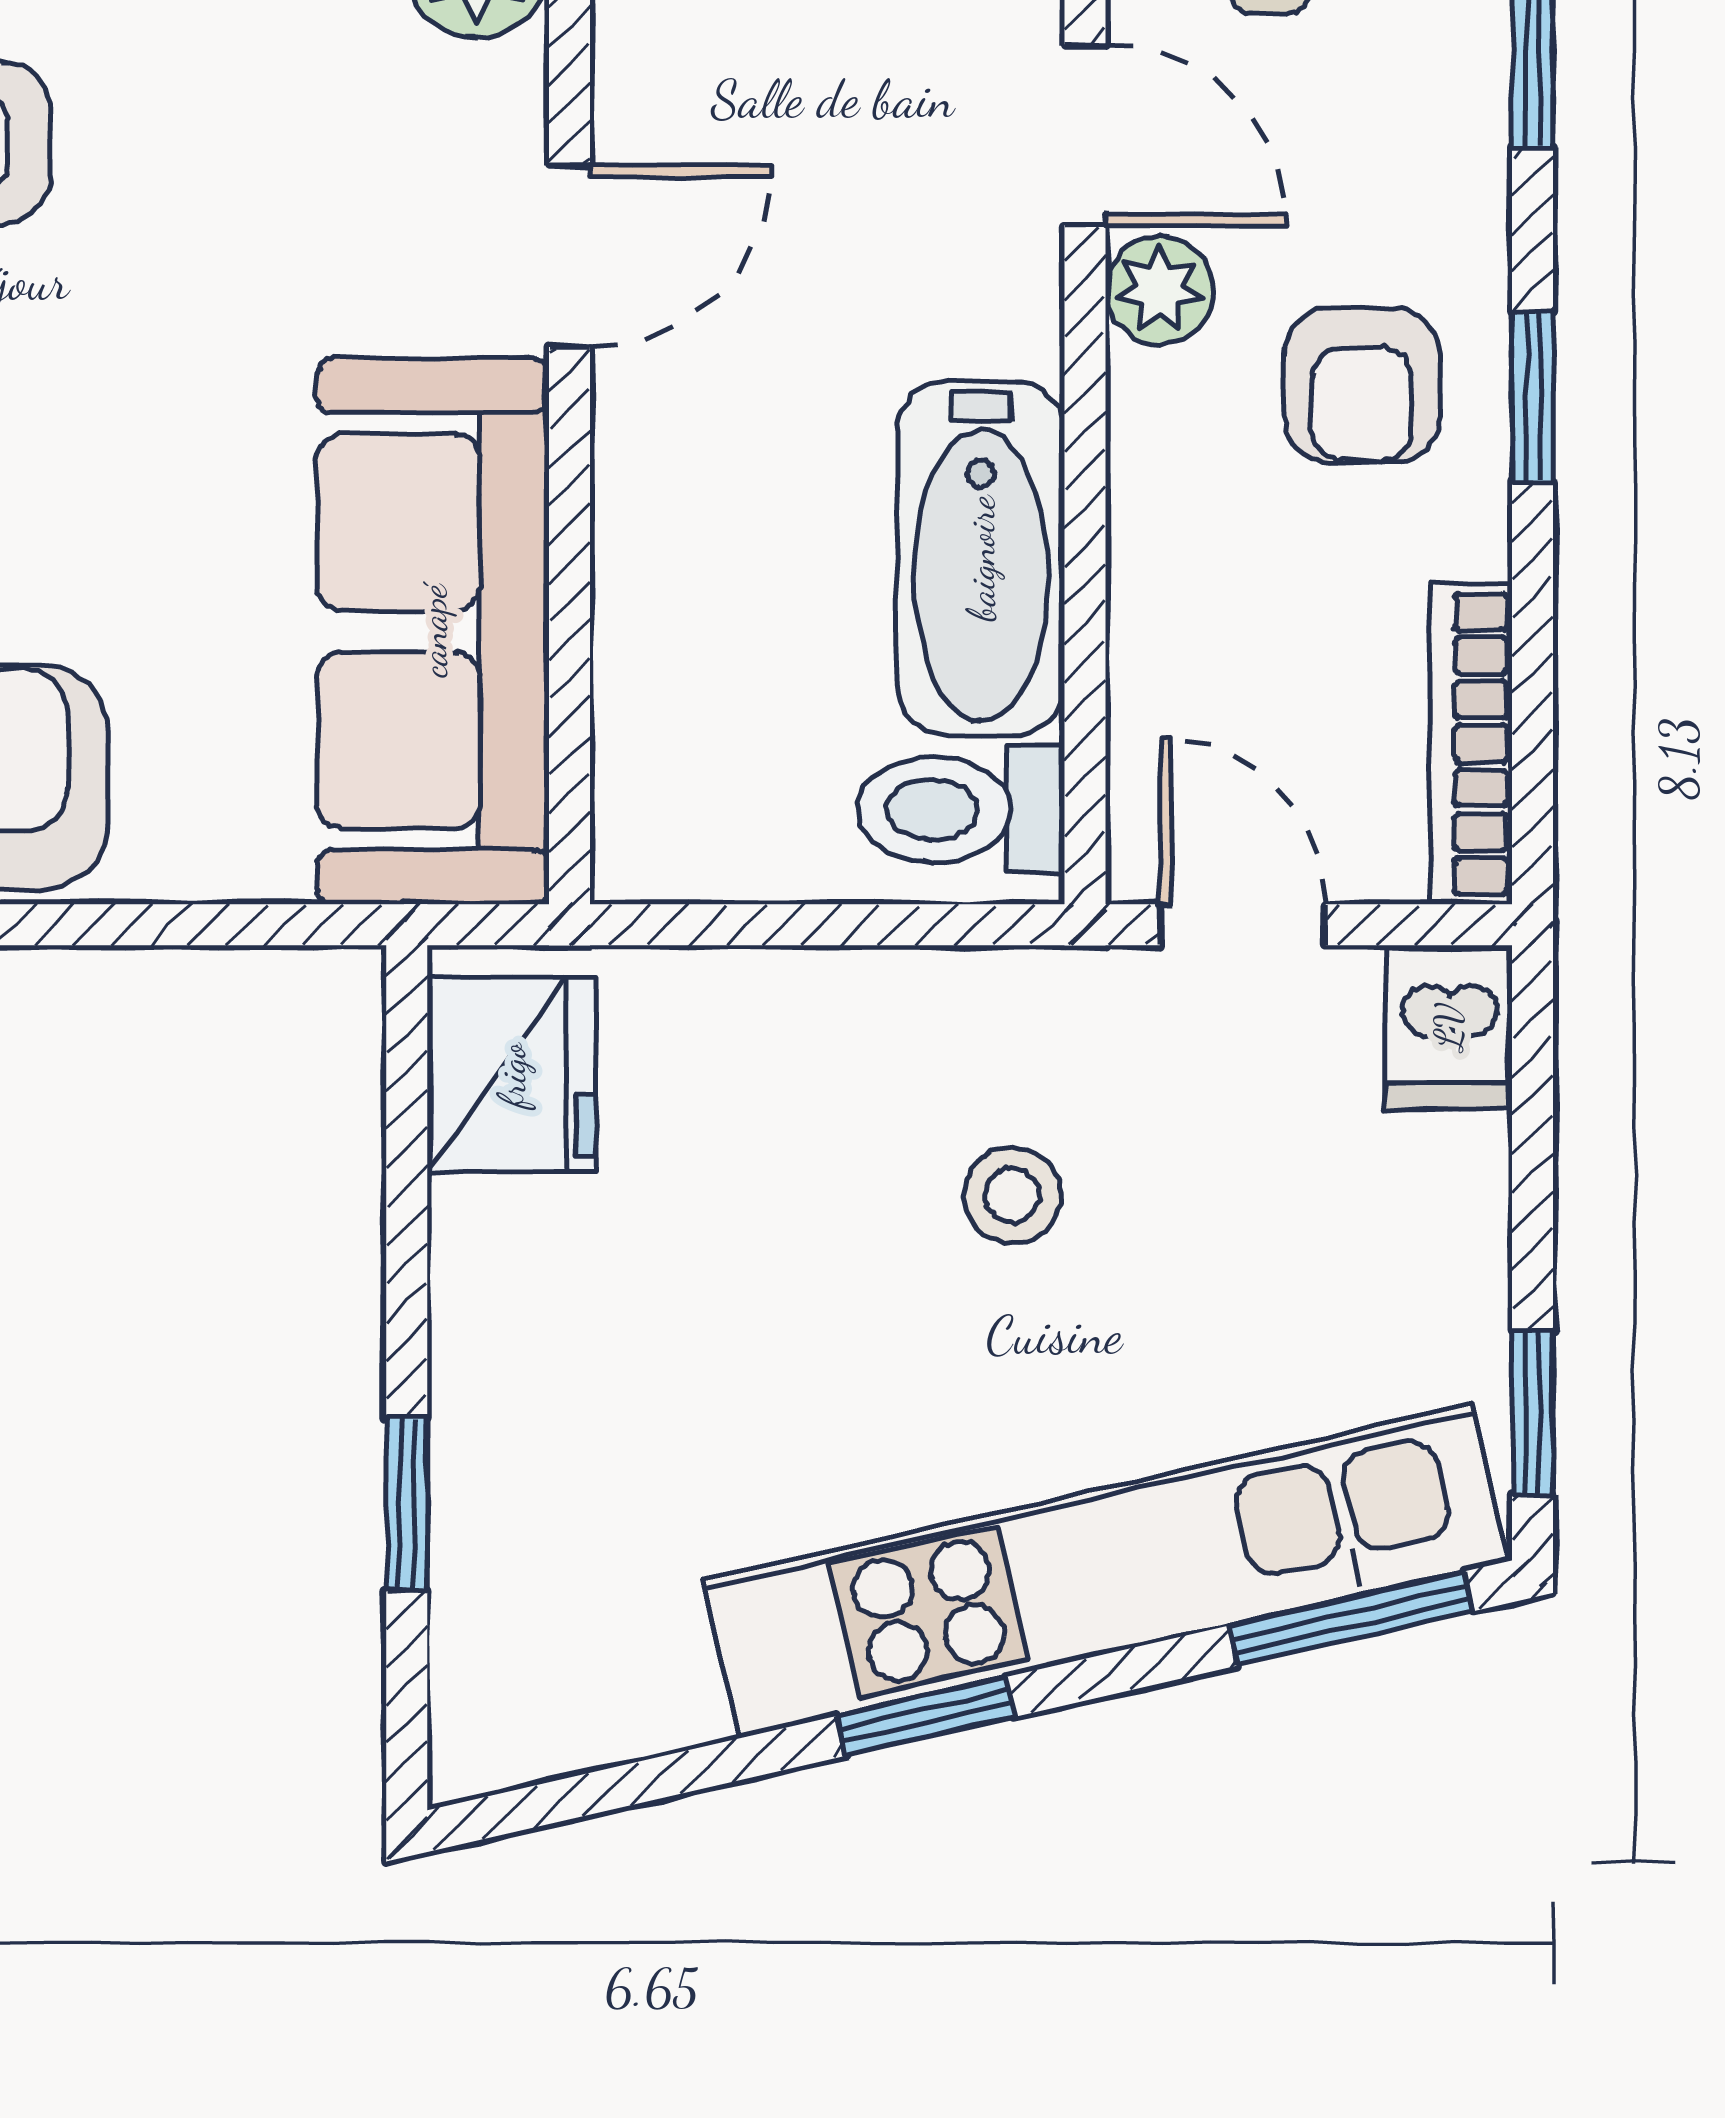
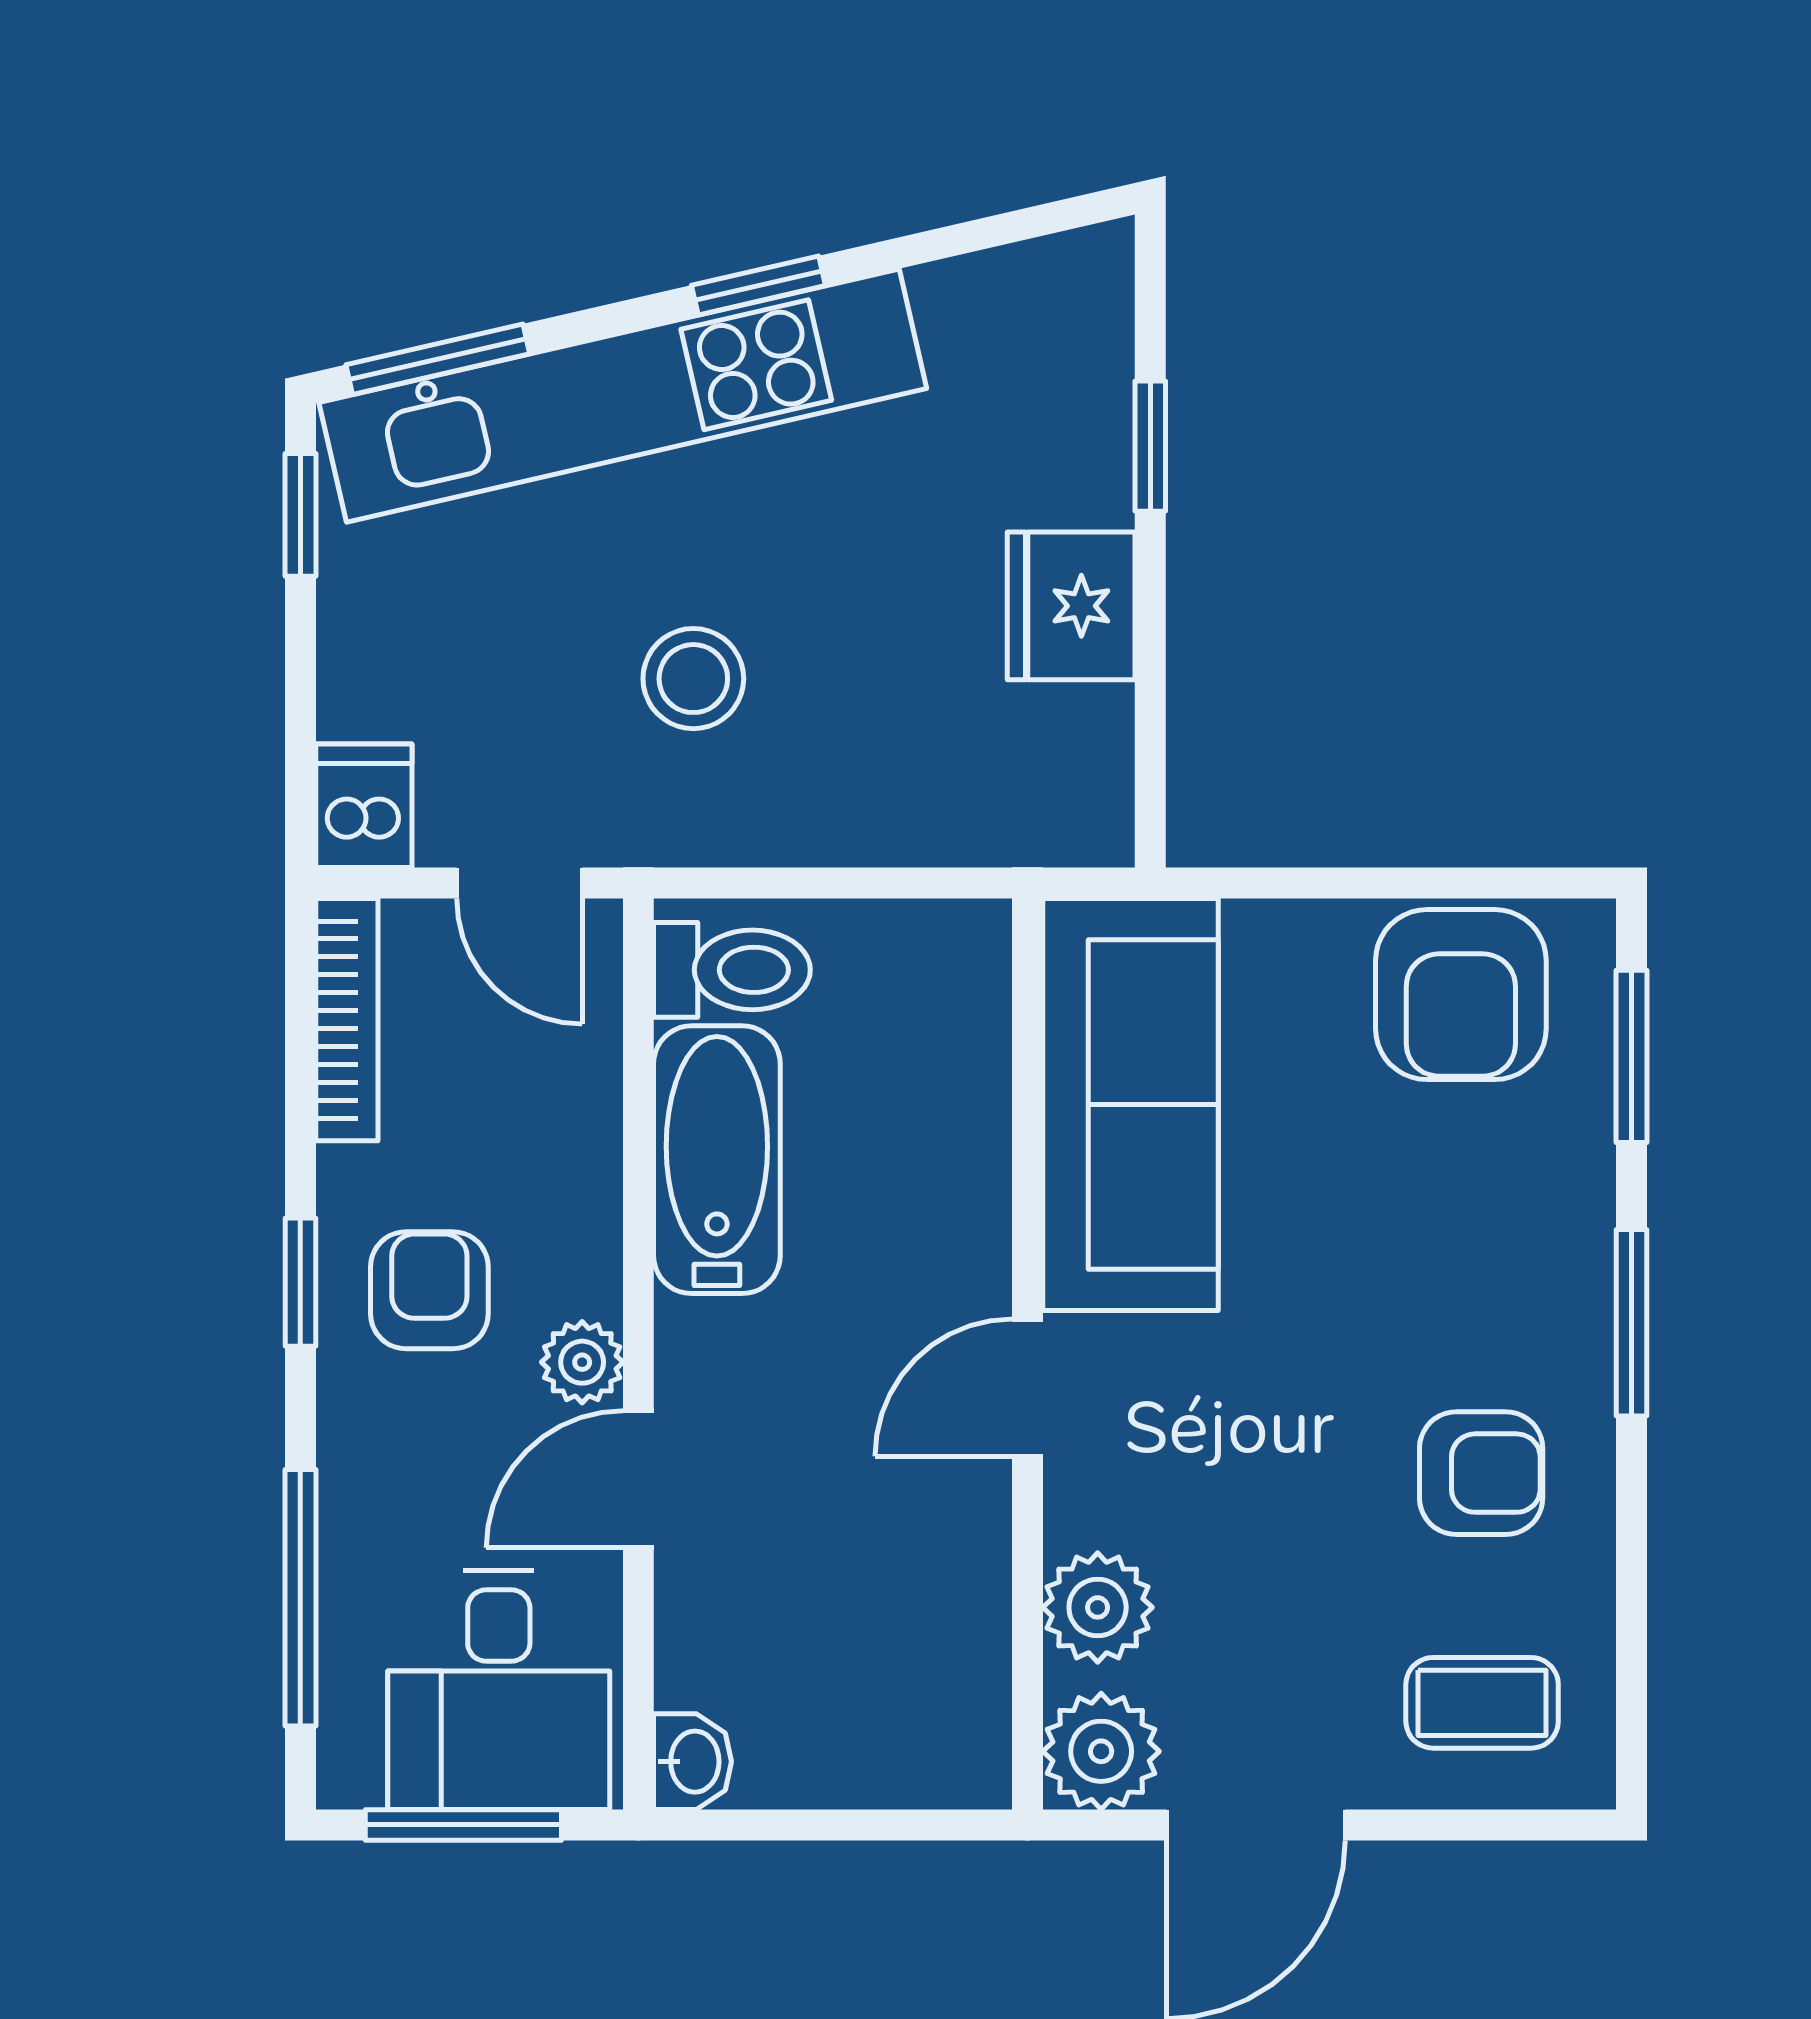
door: (1085, 135) -> (638, 1479), hinge flipped
fridge: (512, 1075) -> (1071, 606), moved
stool: (1012, 1195) -> (693, 679), width x1.37, depth x1.37

